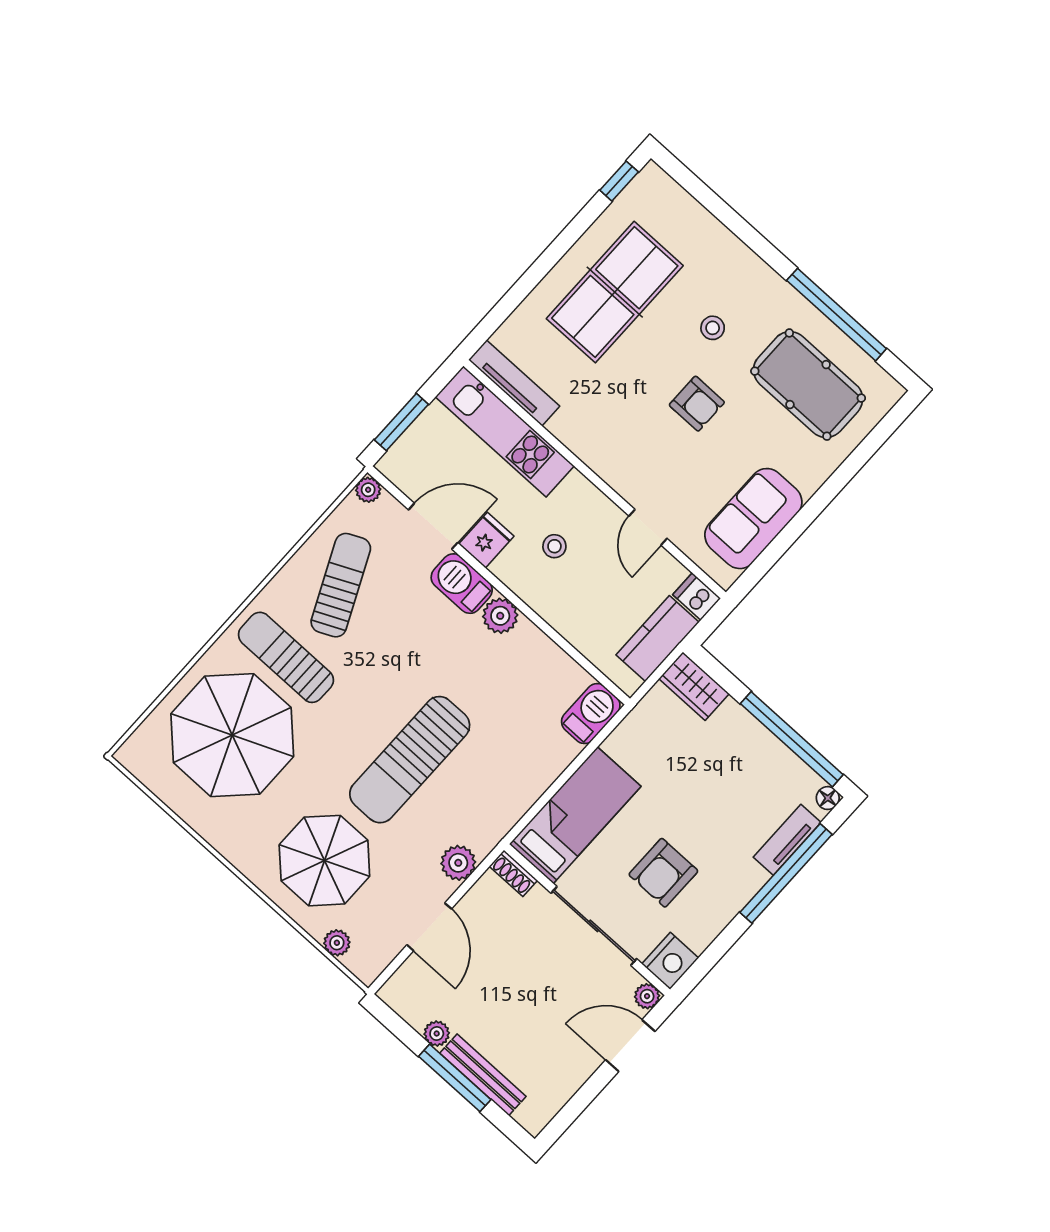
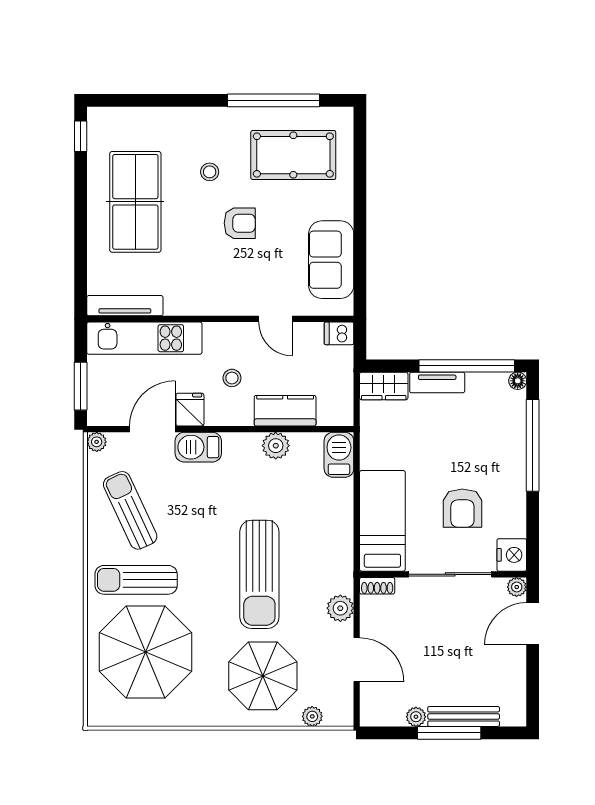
plant: (500, 616) -> (276, 446), moved
kitchen counter: (658, 639) -> (285, 411), moved, turned 90
tv unit: (787, 840) -> (437, 382), moved, turned -90

